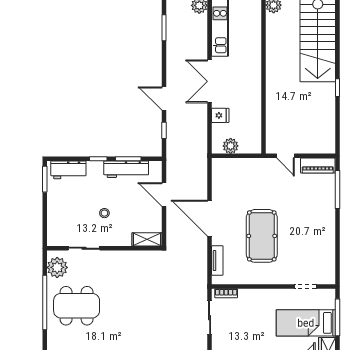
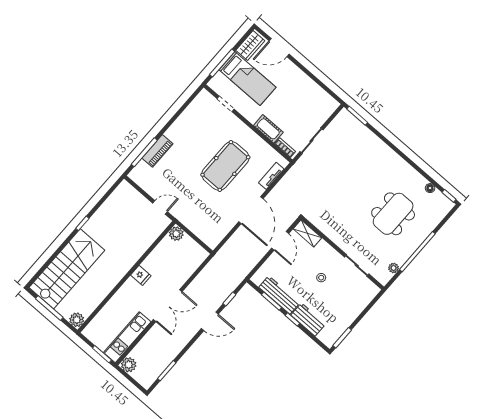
door: (164, 98) -> (210, 321), hinge flipped
fridge: (220, 115) -> (141, 275), moved, turned 180
plant: (231, 146) -> (176, 234), moved
door: (286, 156) -> (160, 207), hinge flipped
piano: (318, 166) -> (157, 151), moved, turned 90
workbench: (68, 170) -> (308, 319), moved
door: (164, 195) -> (280, 241), moved
plant: (57, 267) -> (394, 268), width x0.53, depth x0.53
cot: (253, 297) -> (268, 129), added
dining table: (77, 306) -> (393, 214), moved, turned 90

